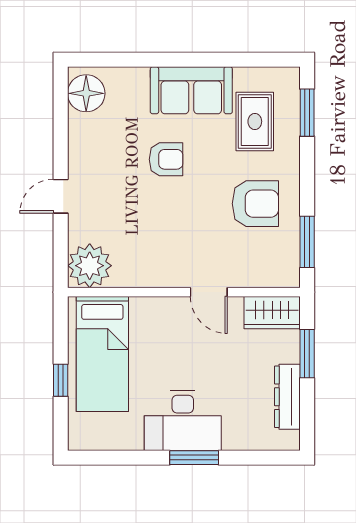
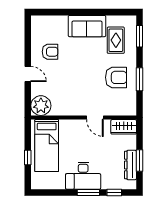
floor lamp: (86, 93) -> (39, 27), removed
armchair: (166, 159) -> (50, 52), moved
door: (61, 196) -> (28, 74), swing flipped
window: (307, 242) -> (139, 79), moved
window: (307, 354) -> (139, 161), moved
window: (252, 458) -> (114, 193), added

